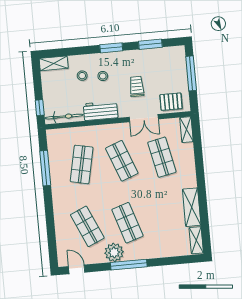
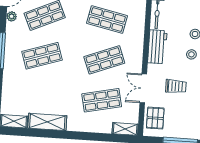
plant: (114, 252) -> (12, 16), moved, width x0.53, depth x0.53

